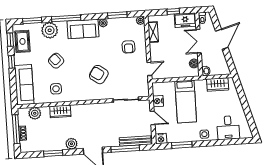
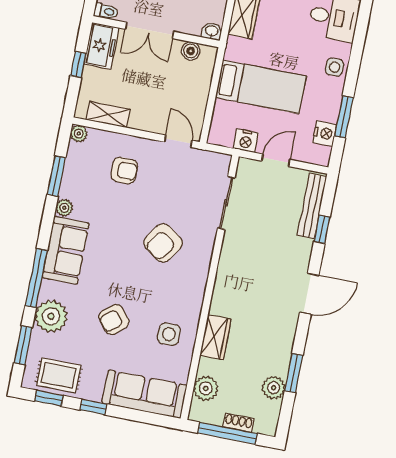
nightstand: (161, 139) -> (325, 133), moved
plant: (71, 144) -> (274, 388), moved
window: (125, 149) -> (322, 229), width x0.46

